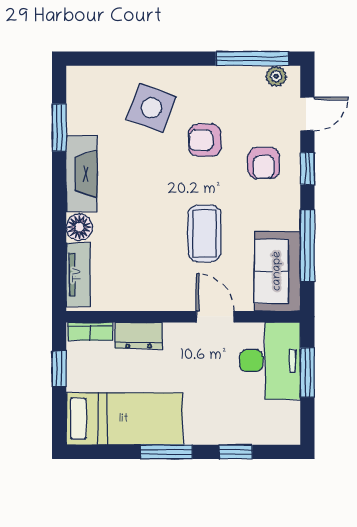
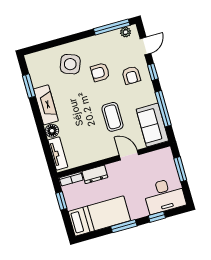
desk: (270, 361) -> (164, 196), moved, turned 90

